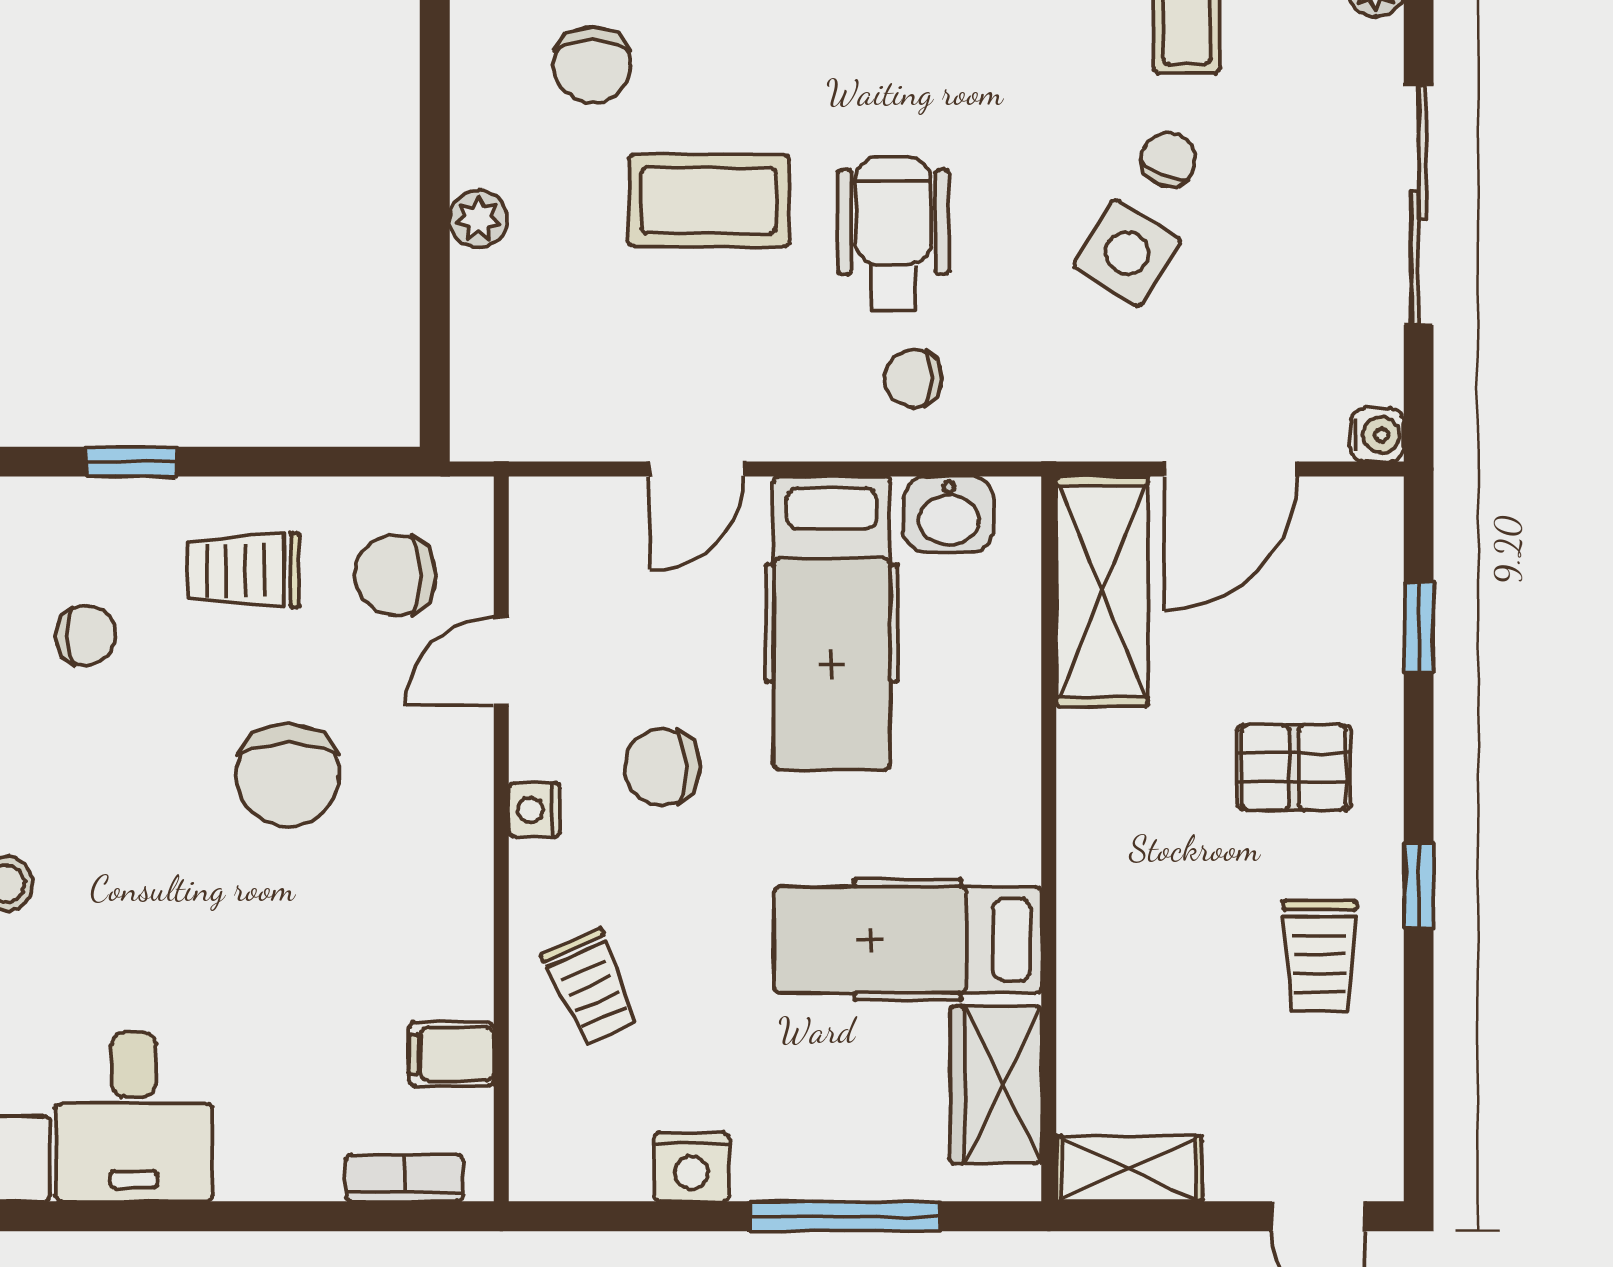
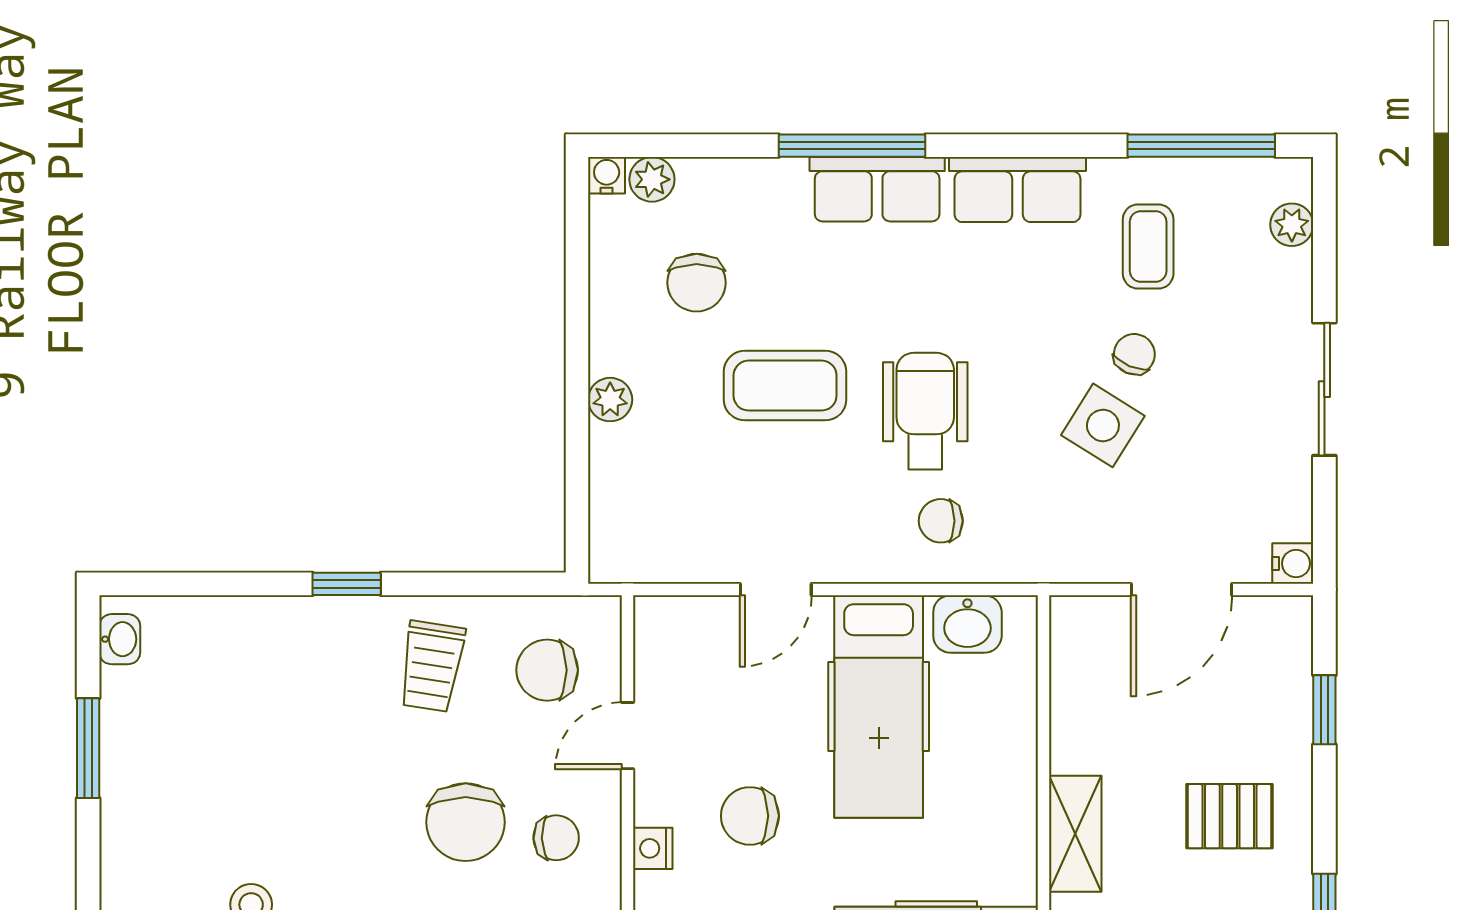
sliding door: (1419, 205) -> (1324, 389), width x0.73
trolley: (243, 570) -> (432, 666), turned -81
shelving: (1102, 591) -> (1075, 834), moved, width x0.67, depth x0.75
chair: (86, 635) -> (556, 838), moved

